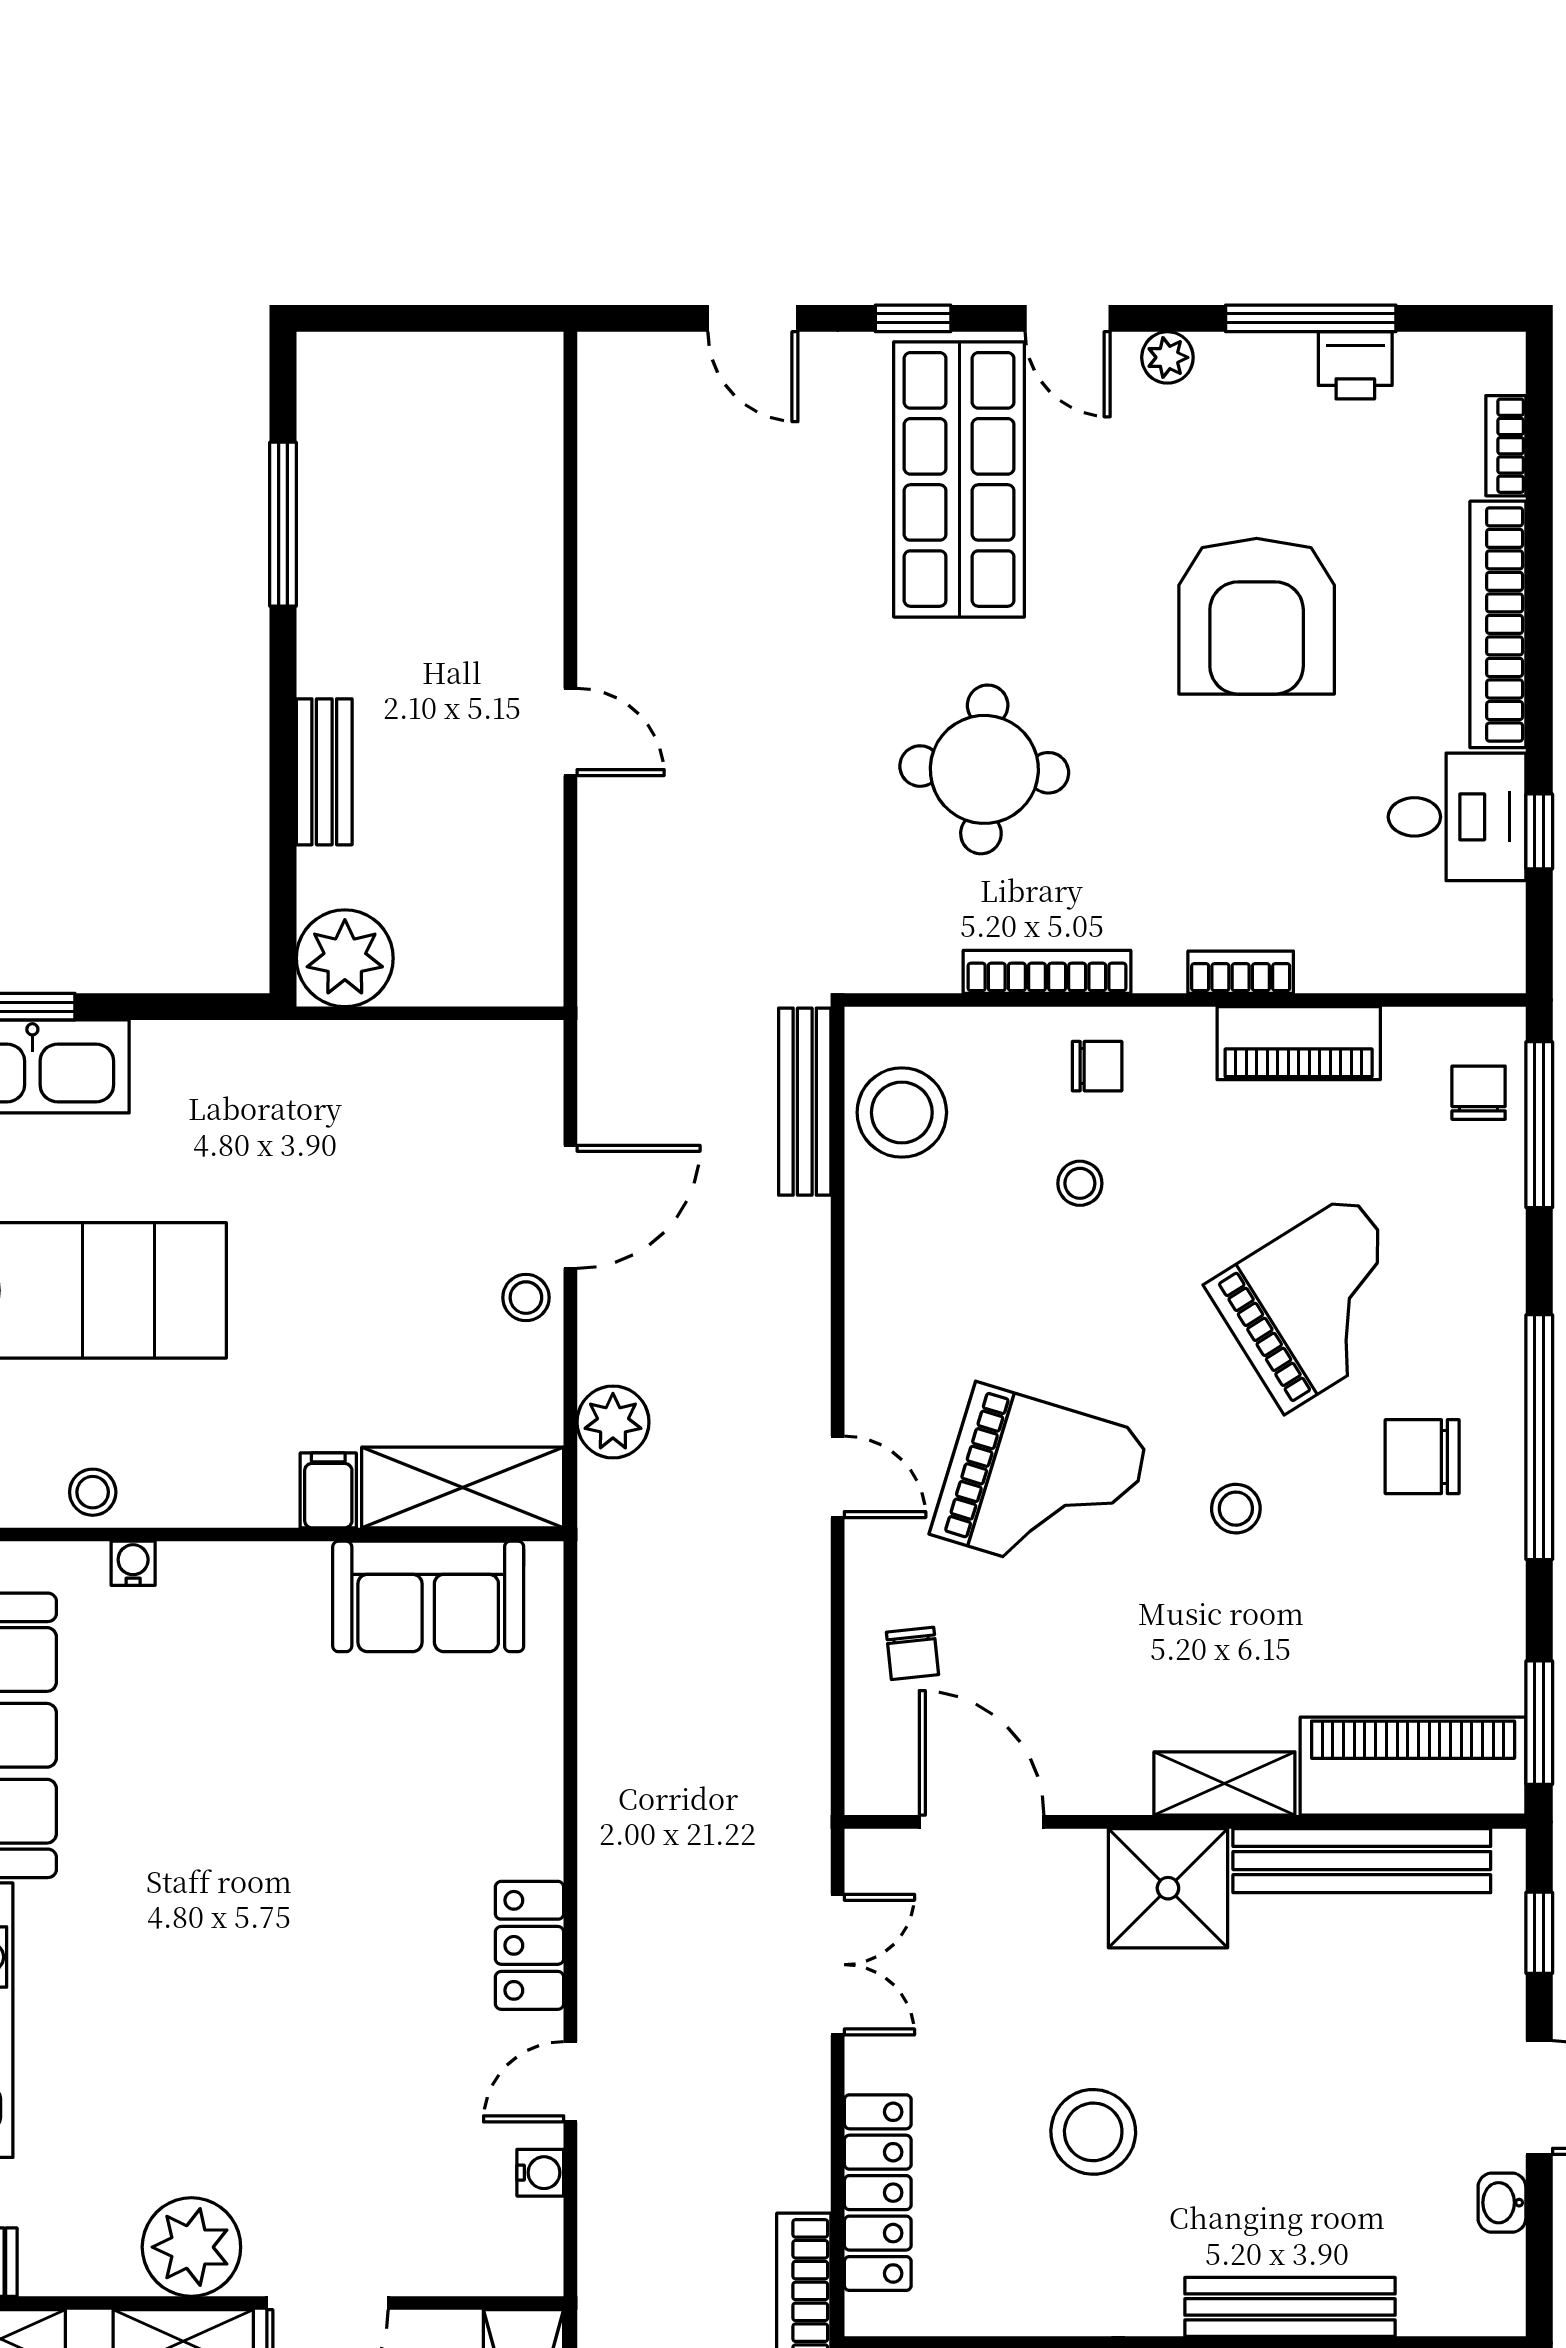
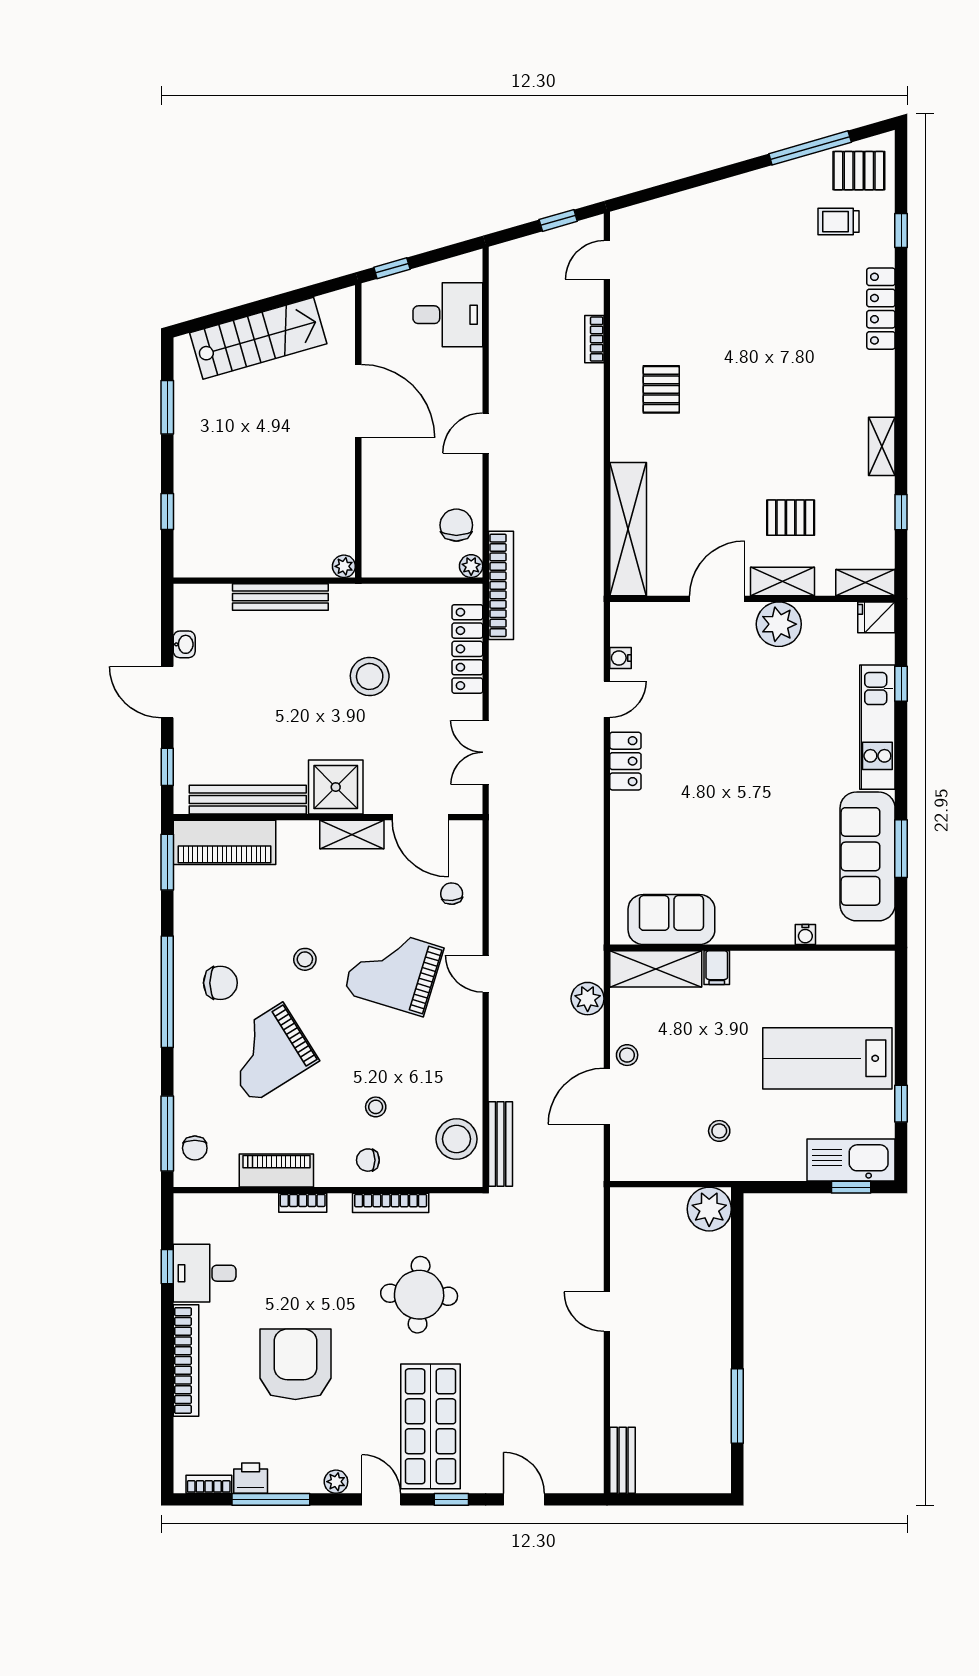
bookcase: (1506, 446) -> (209, 1484), moved, turned -90
bench: (324, 772) -> (623, 1460), moved
stool: (93, 1492) -> (719, 1131), moved
shelving: (1224, 1783) -> (352, 835), moved

